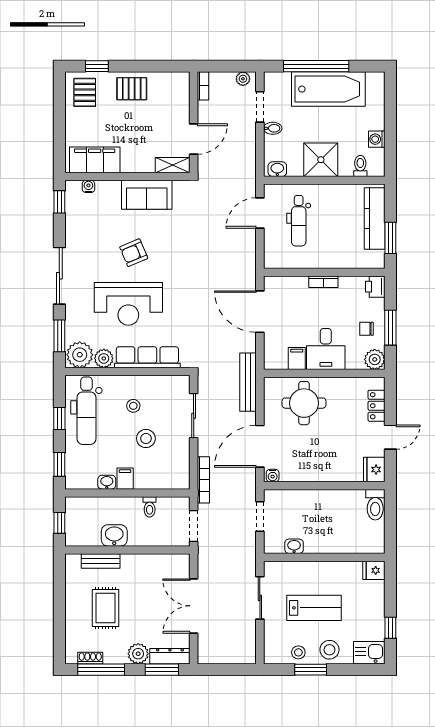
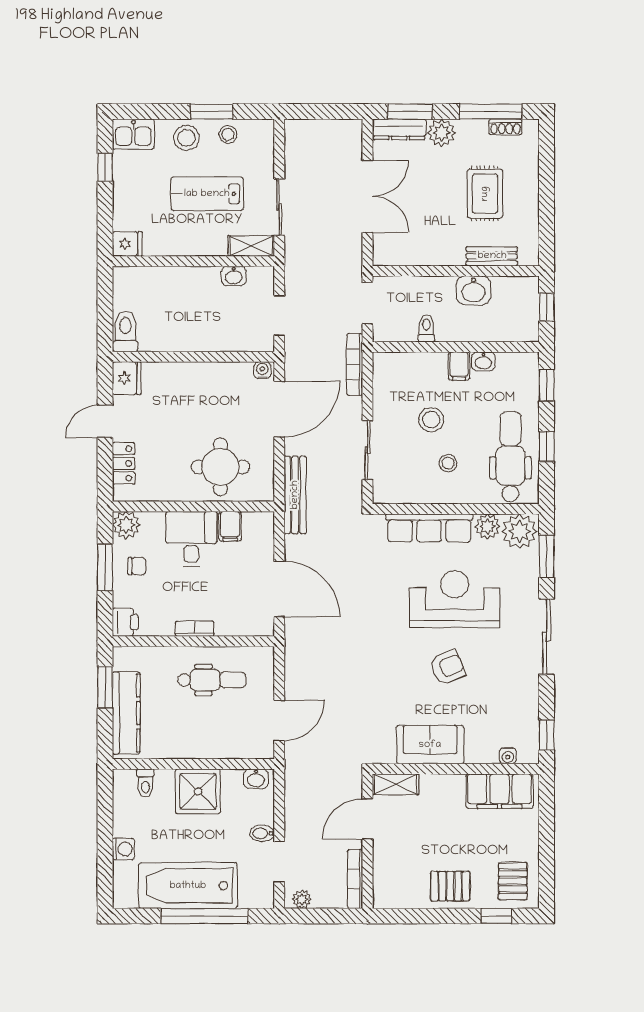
bookcase: (203, 86) -> (355, 879), width x1.56
washing machine: (377, 139) -> (123, 849), moved
dental chair: (299, 221) -> (212, 680), moved, turned 90
shelving: (281, 569) -> (251, 246), added

